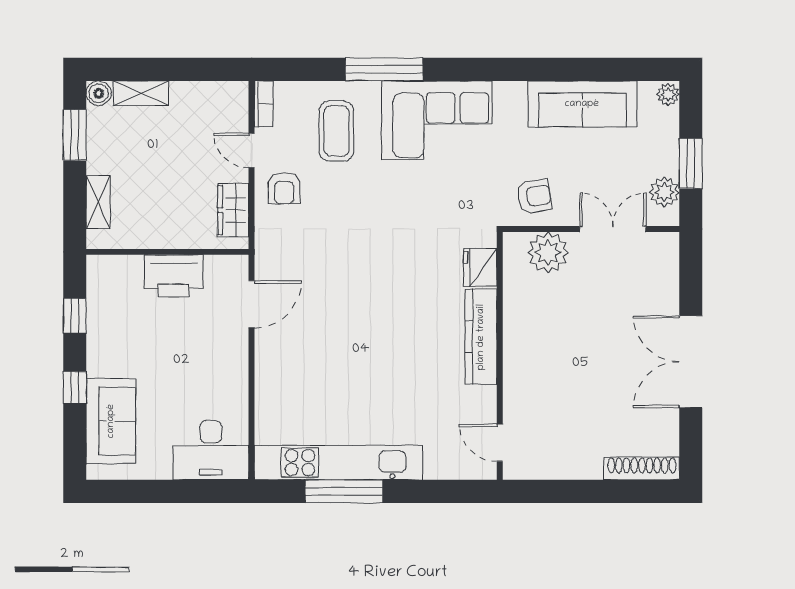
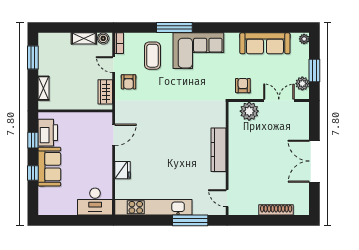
boiler: (99, 93) -> (103, 38), moved
shelving: (141, 93) -> (84, 38), moved
armchair: (534, 196) -> (243, 86), turned -81
fridge: (480, 267) -> (123, 170), moved, turned 180
printer: (174, 276) -> (48, 133), moved, turned -90
sofa: (111, 421) -> (49, 167), moved
shoe rack: (642, 468) -> (276, 210), moved
window: (344, 491) -> (190, 220), moved

